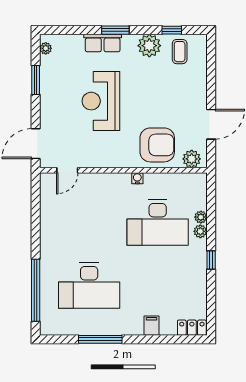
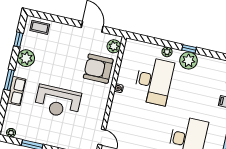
coffee table: (180, 52) -> (40, 27), moved
armchair: (157, 145) -> (98, 69), turned -90
plant: (201, 217) -> (189, 61), moved, width x1.88, depth x1.88

